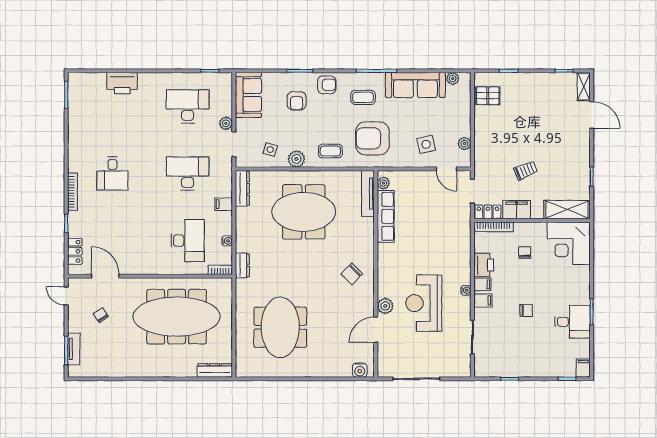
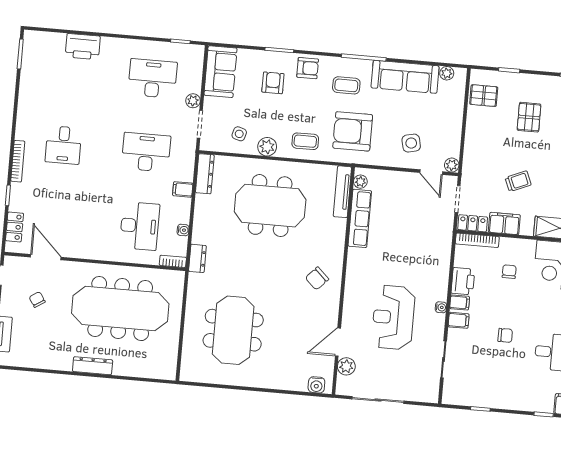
armchair: (297, 101) -> (273, 83), turned 180
pallet: (530, 112) -> (529, 117), added
plant: (464, 143) -> (452, 165), moved
plant: (385, 306) -> (346, 366), moved
dresser: (215, 370) -> (93, 366), moved

